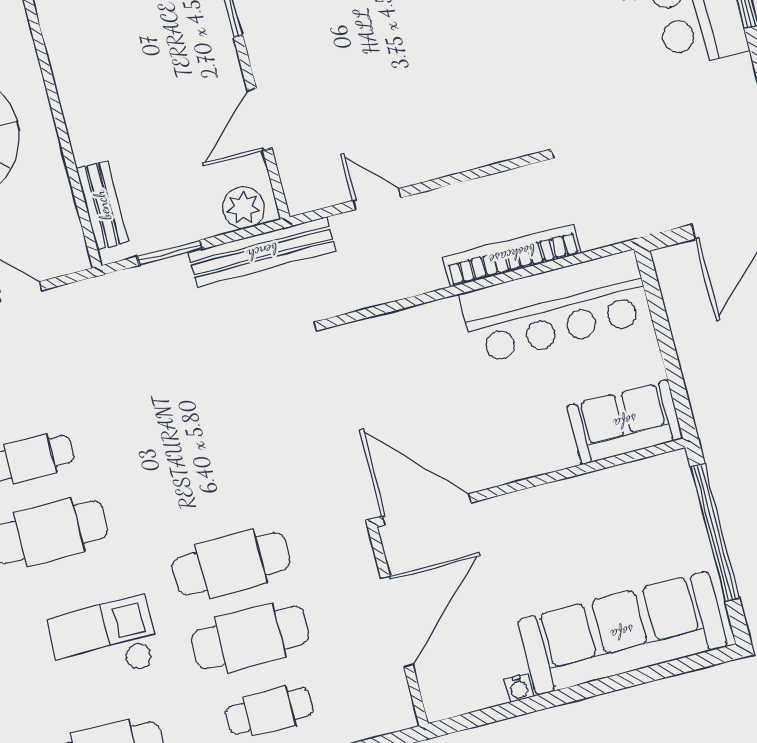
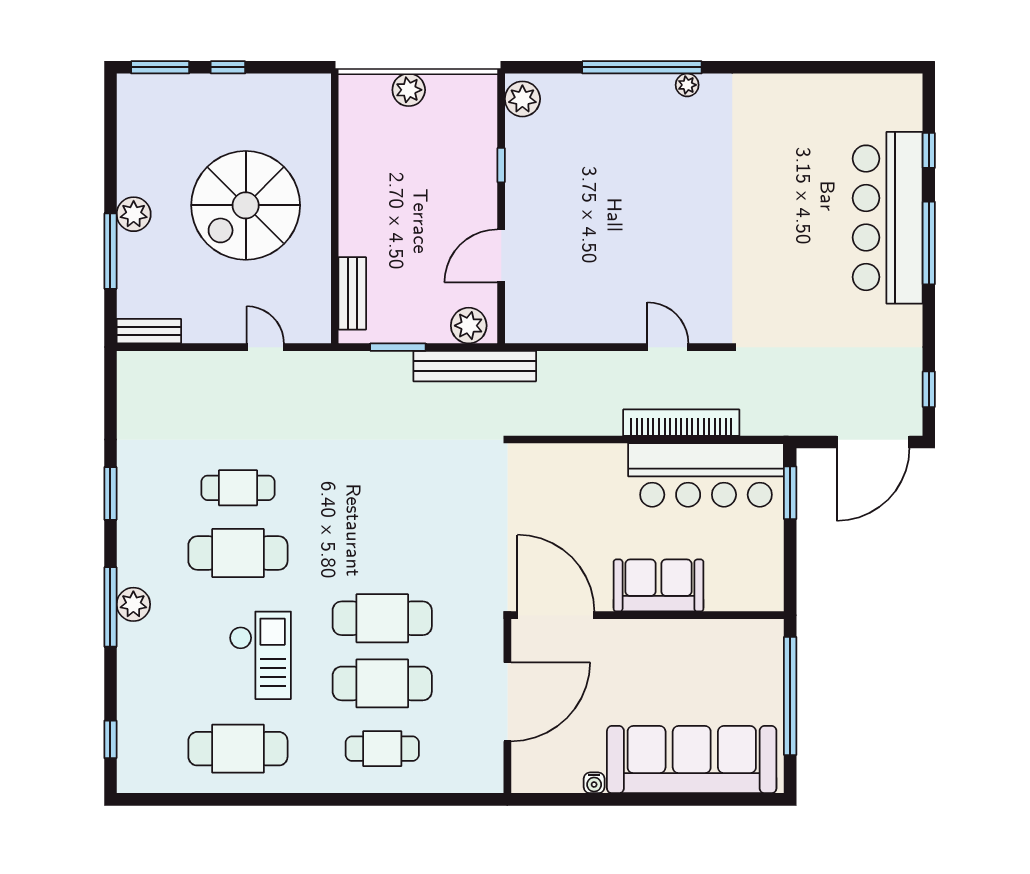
door: (377, 199) -> (668, 347), moved
window: (656, 303) -> (790, 493), added
sofa: (625, 422) -> (658, 585), moved
checkout: (104, 641) -> (260, 655), turned 90

